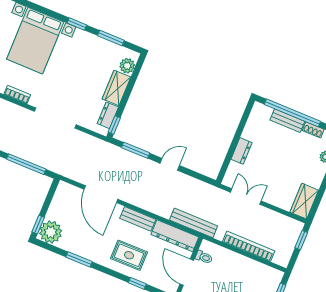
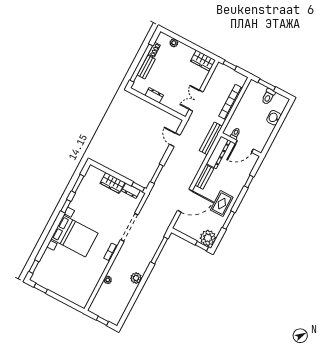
plant: (127, 66) -> (98, 174), removed
dresser: (242, 151) -> (154, 95), moved
door: (170, 164) -> (175, 140), moved
rug: (129, 255) -> (222, 204), moved

